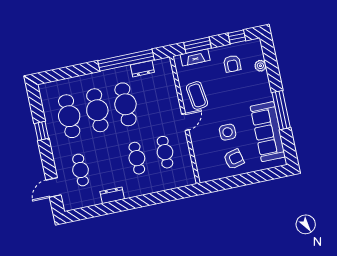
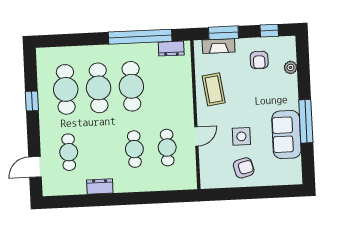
dresser: (142, 69) -> (171, 49), moved
door: (185, 122) -> (196, 136), moved
sofa: (268, 132) -> (286, 135), width x0.73

